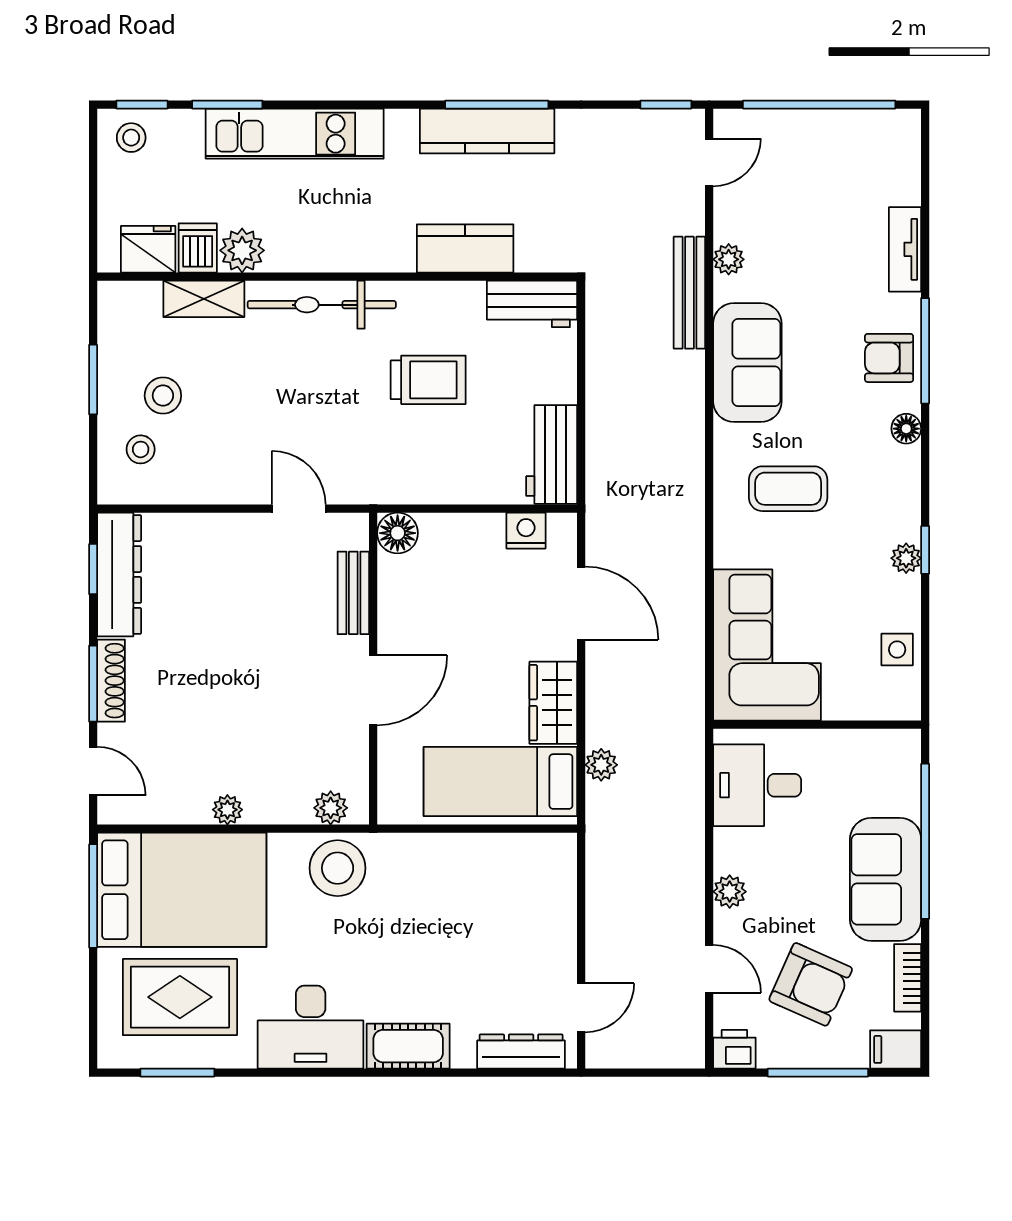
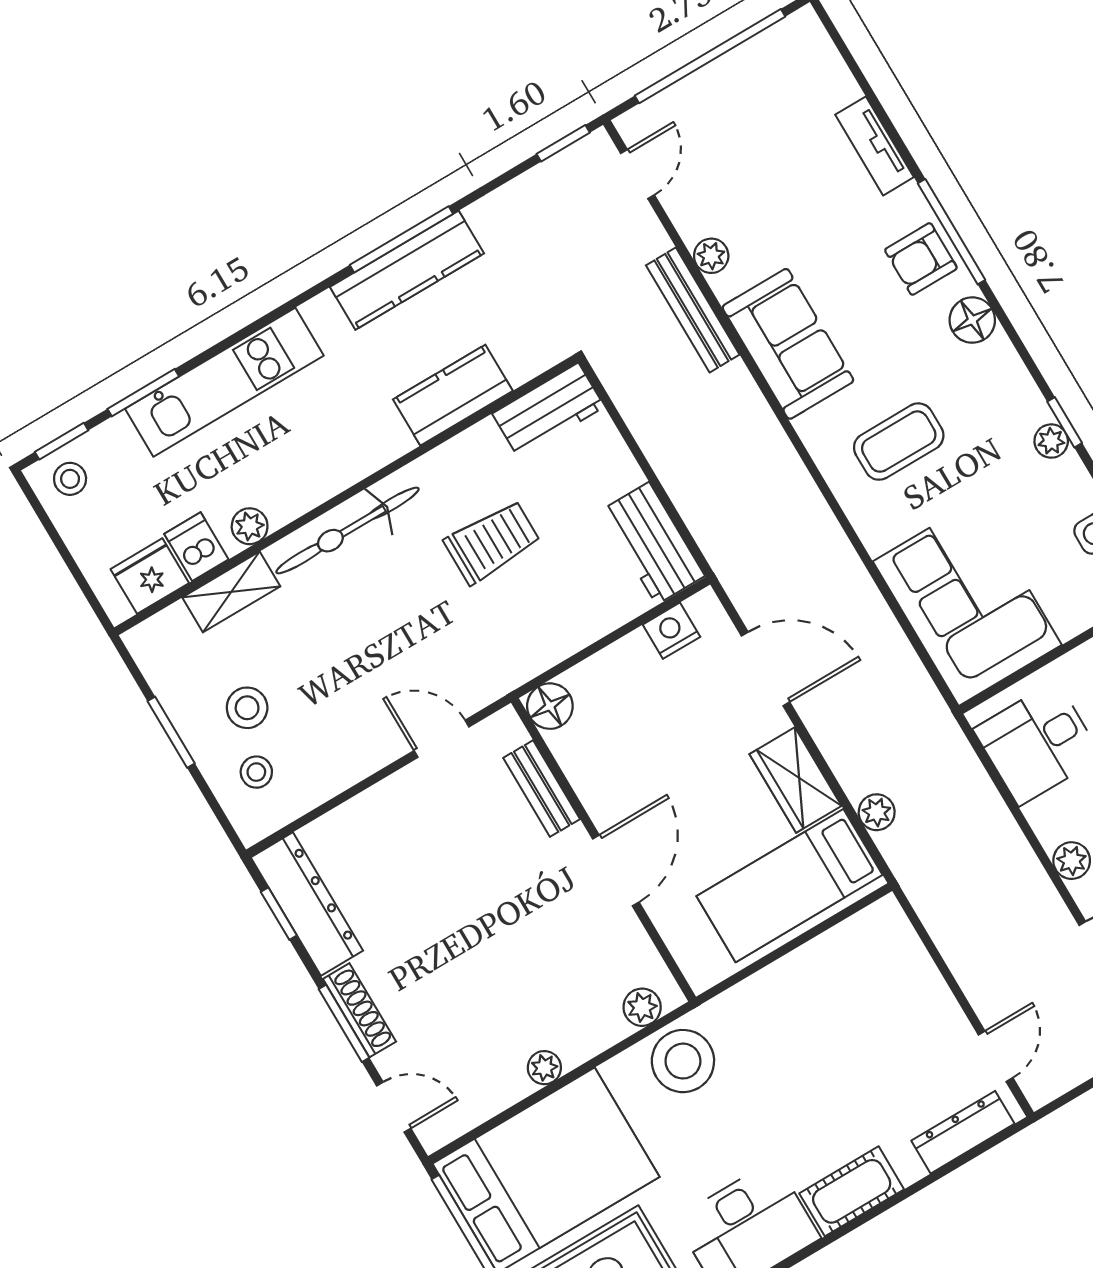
plant: (242, 250) -> (250, 526), width x0.73, depth x0.73
floor lamp: (906, 429) -> (972, 320), width x1.37, depth x1.37

